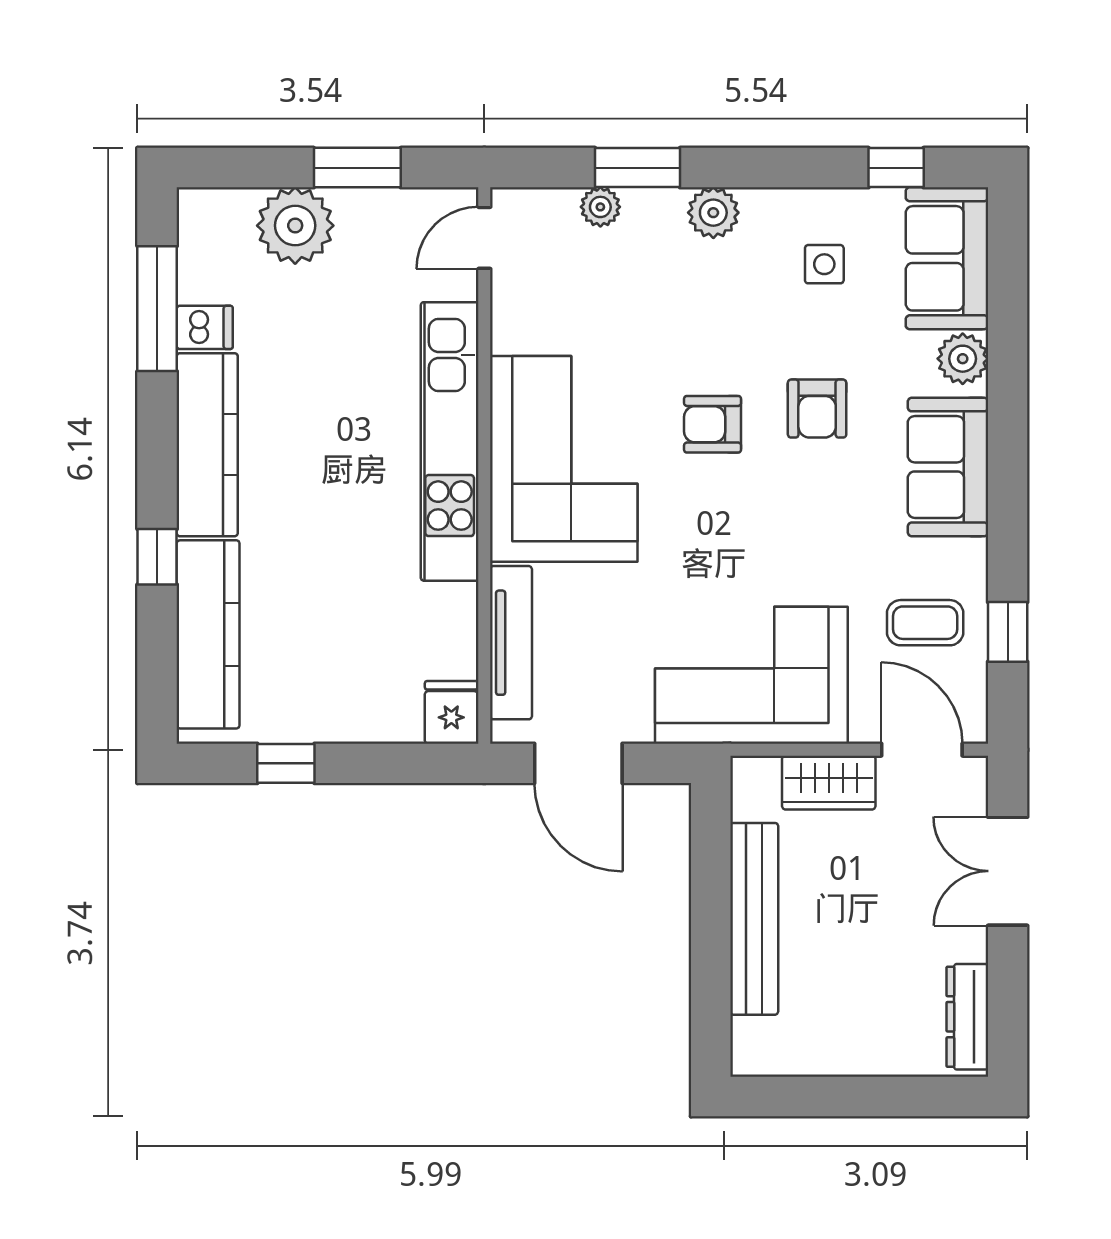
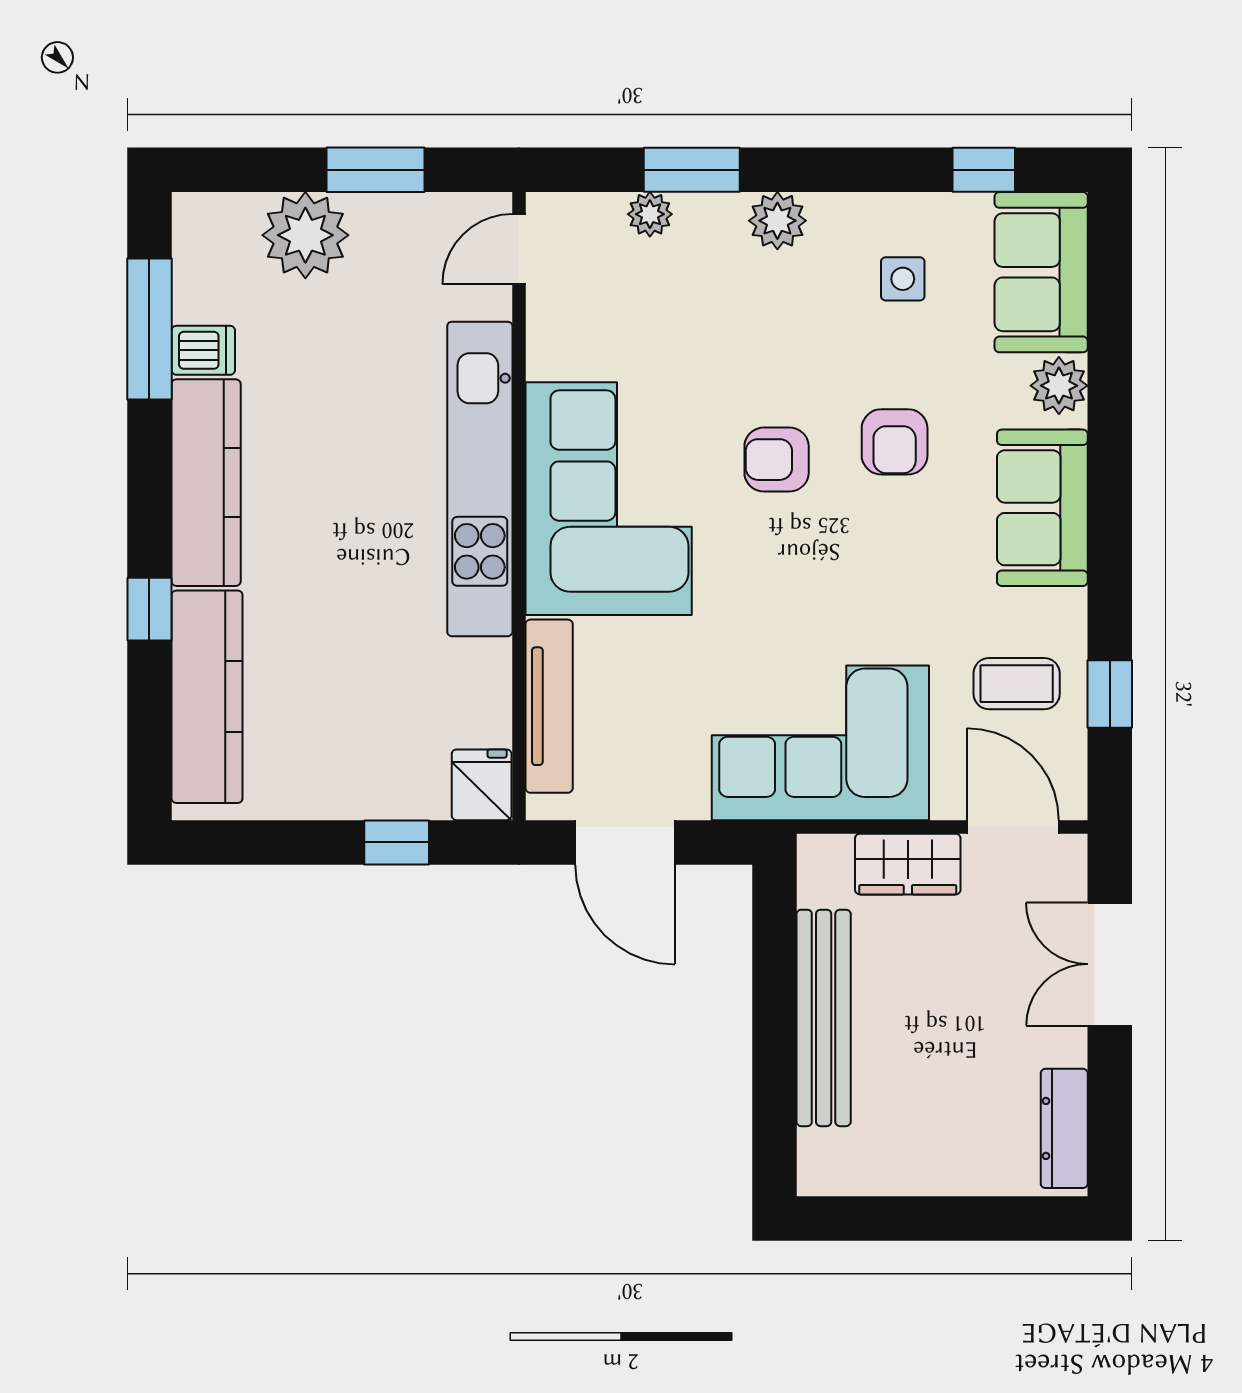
window: (286, 763) -> (397, 842), moved

